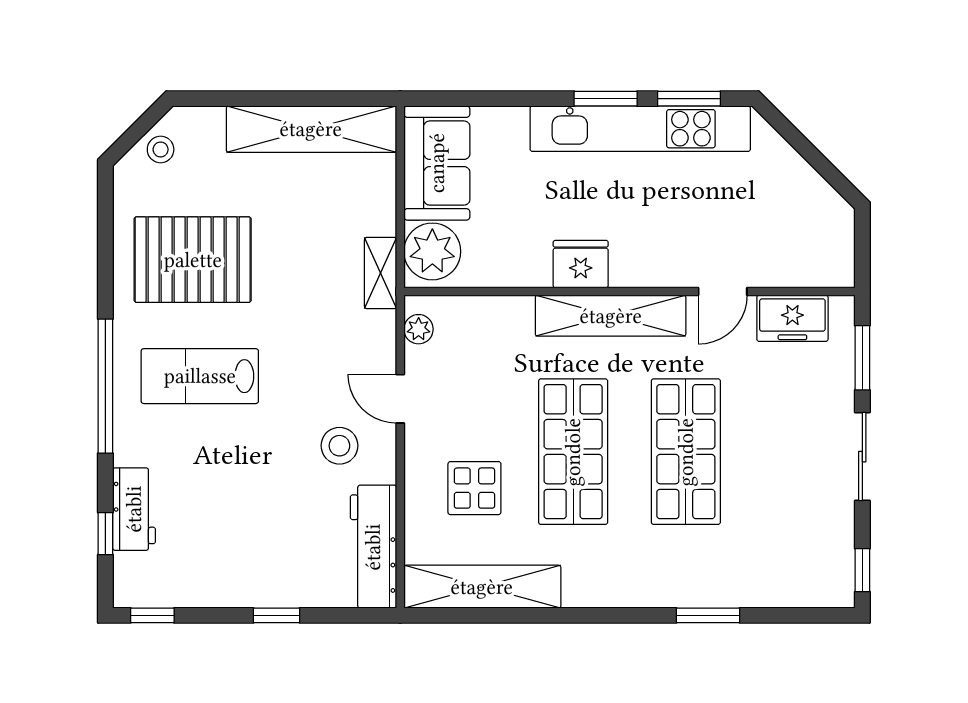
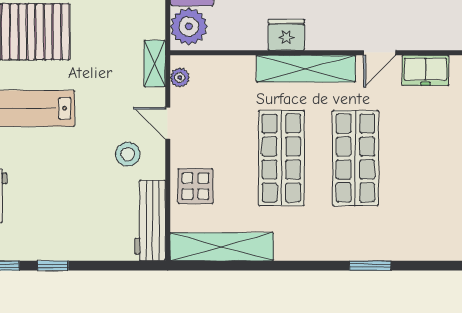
shelving: (381, 273) -> (155, 64), moved
display table: (474, 488) -> (196, 186), moved
window: (277, 615) -> (53, 266), moved

